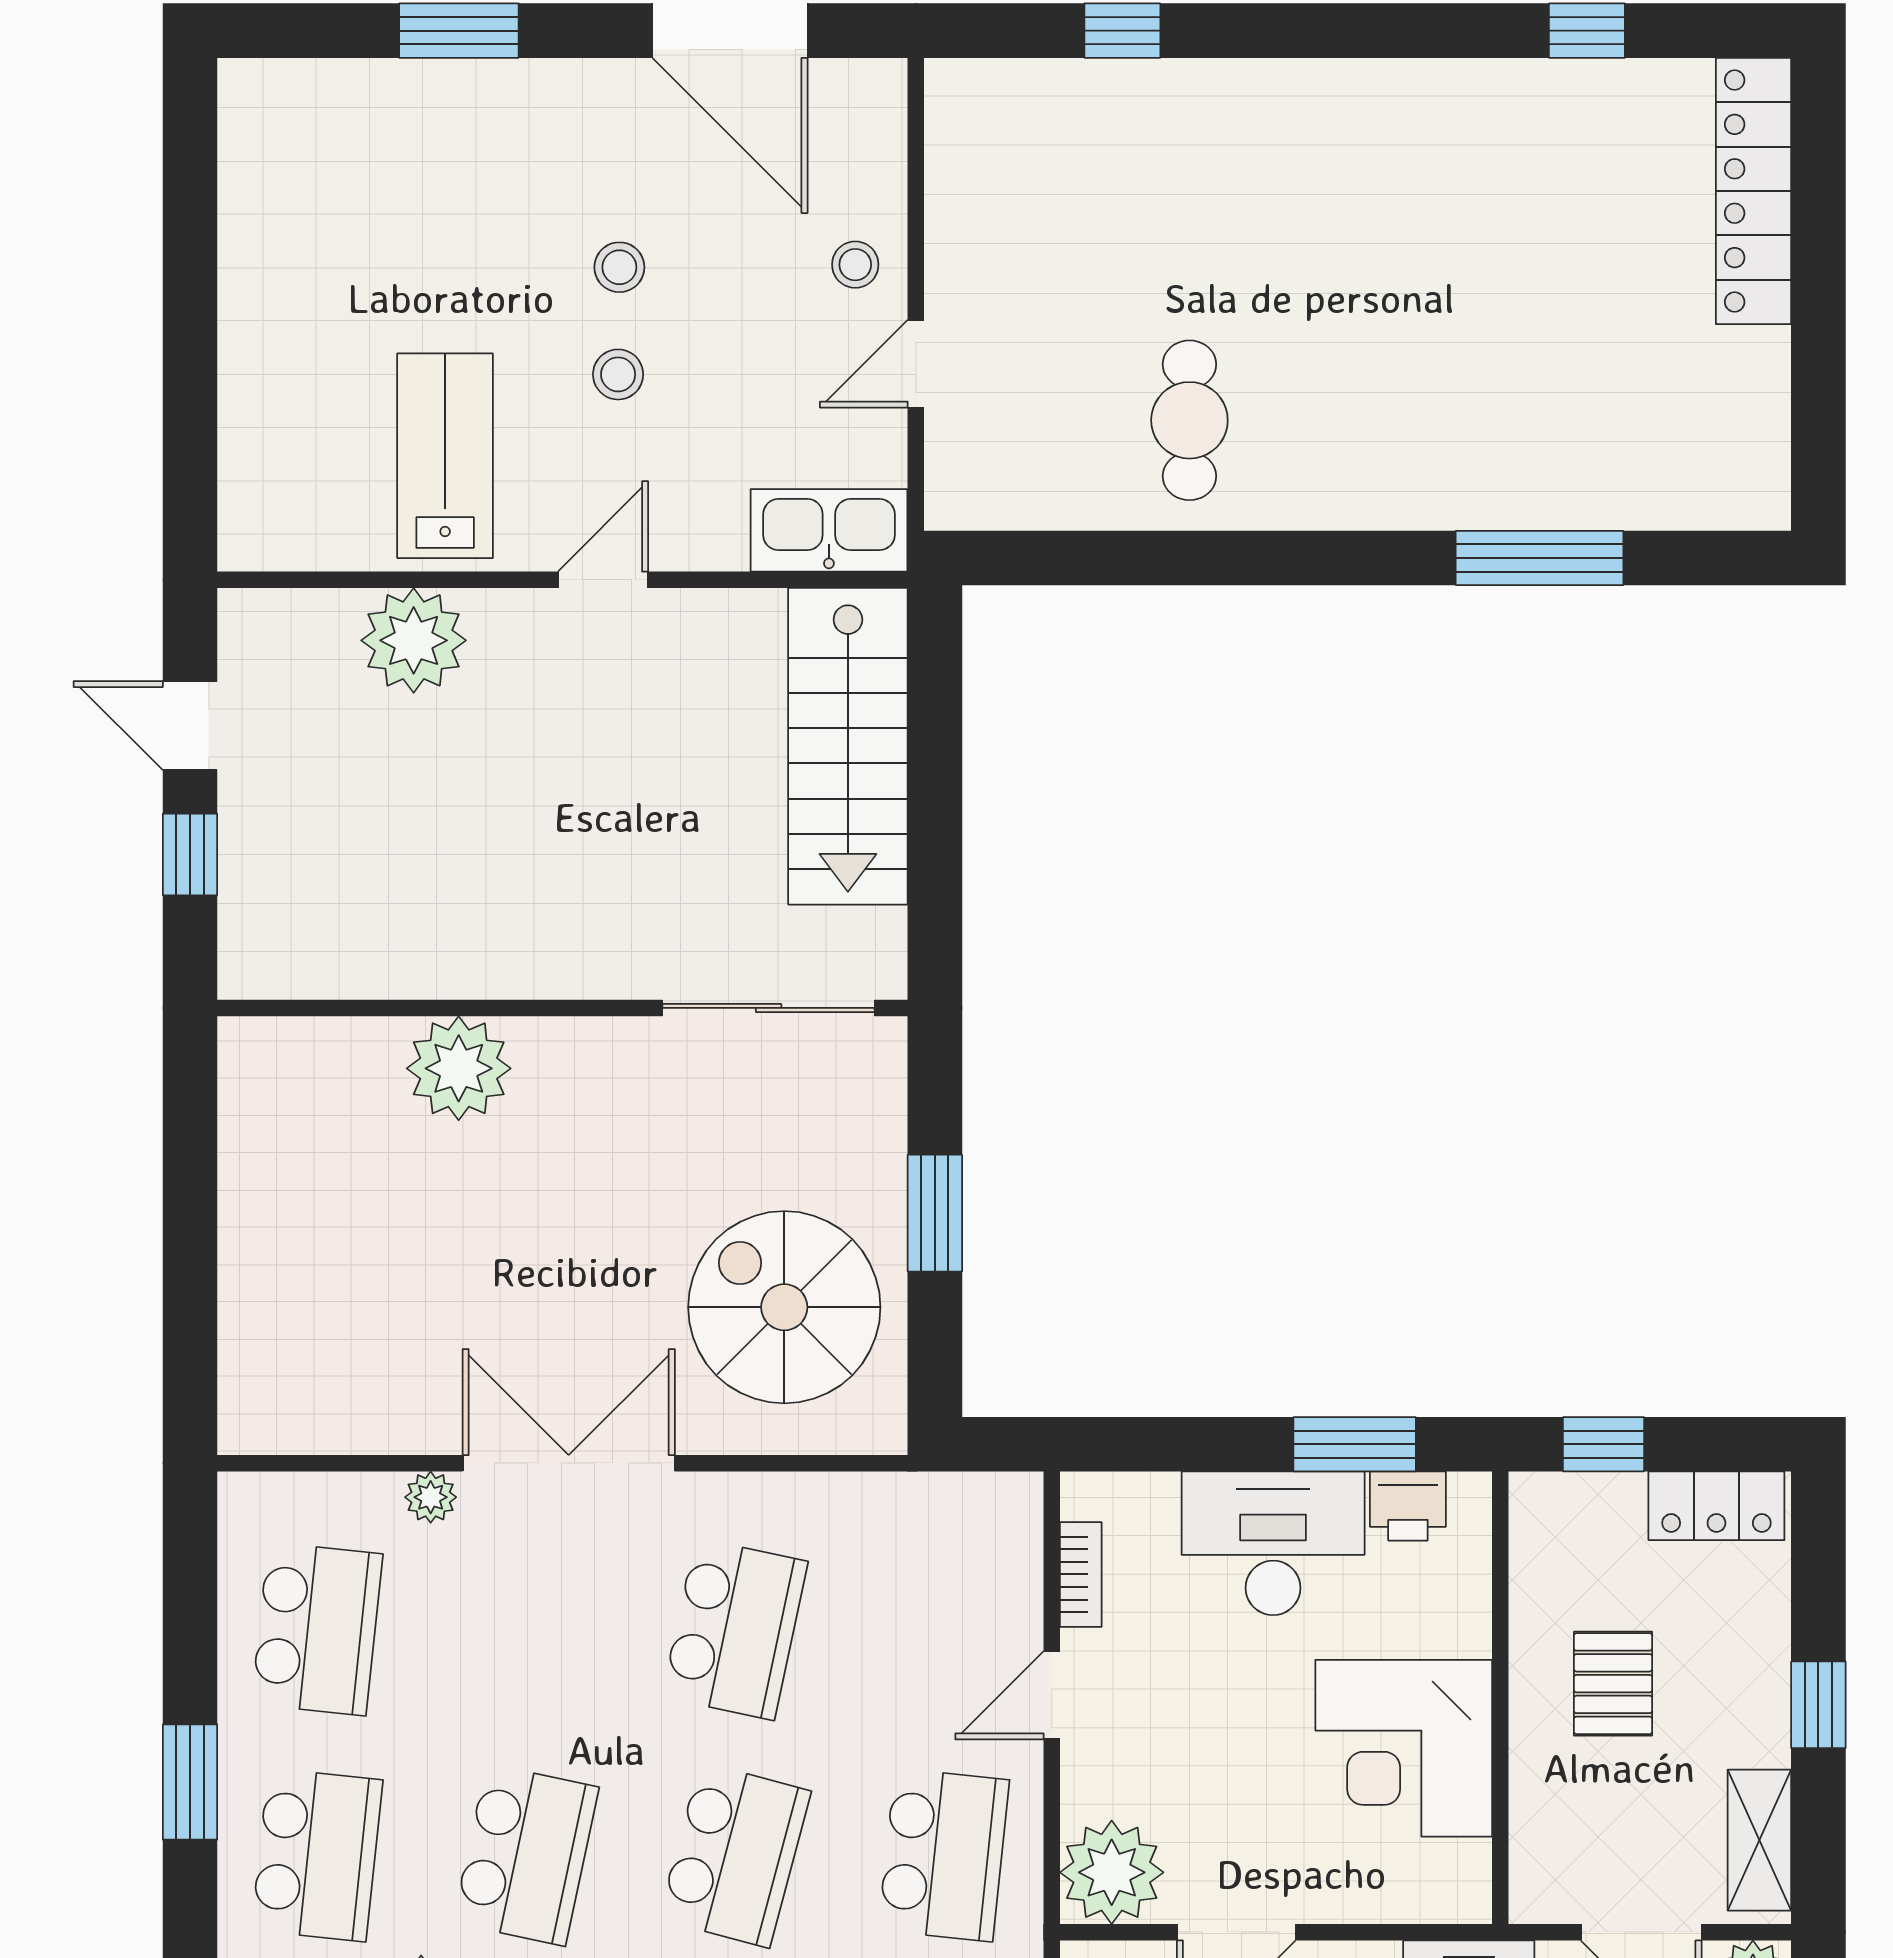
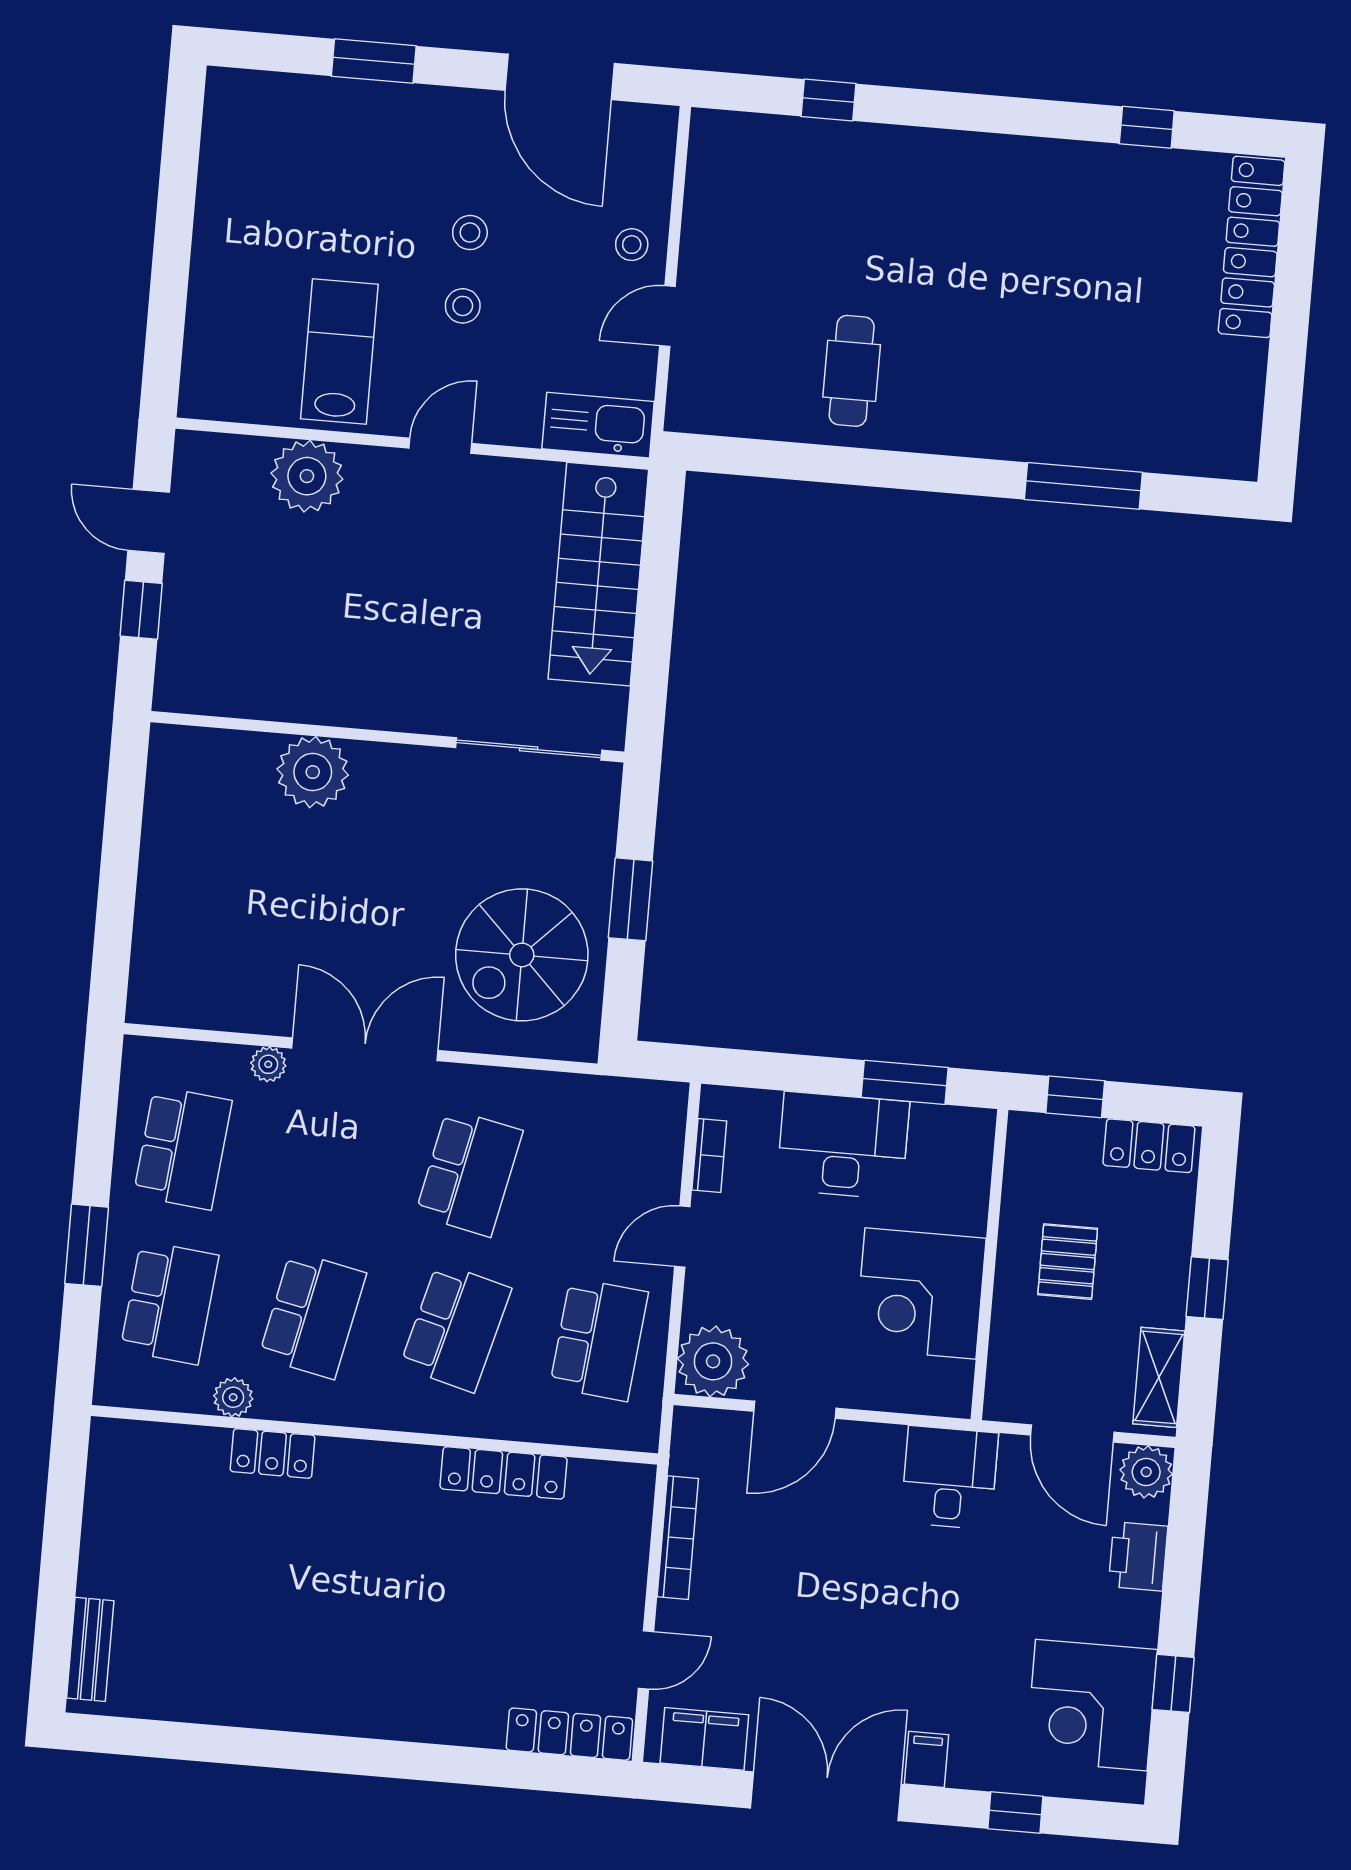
spiral stairs: (784, 1307) -> (522, 955), turned -90
printer: (1408, 1506) -> (938, 1128), removed

